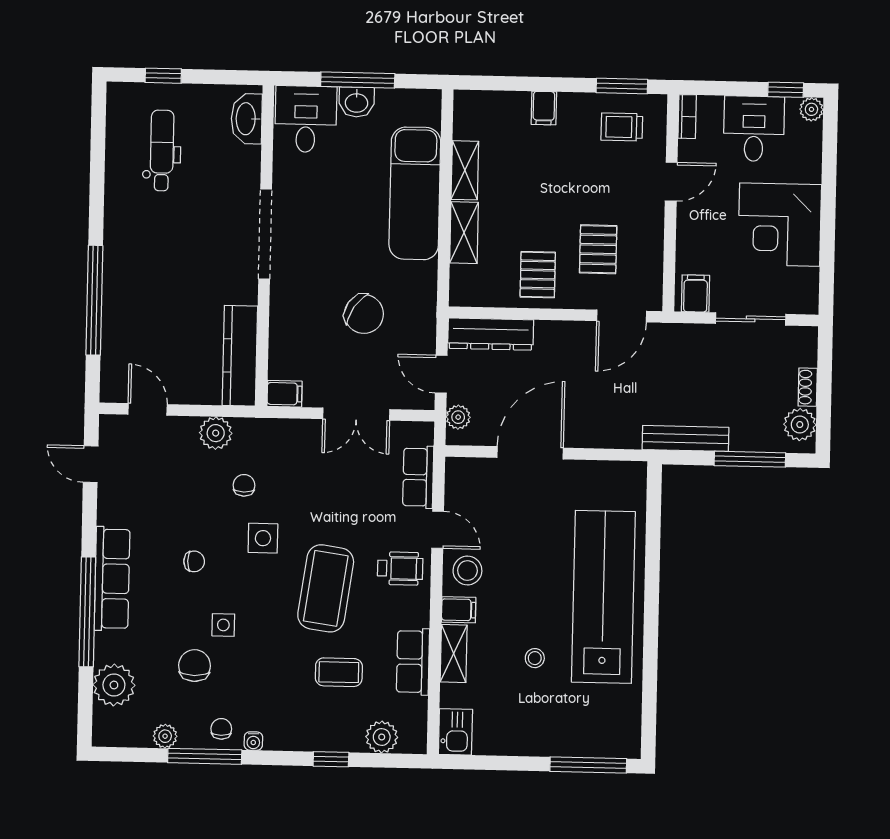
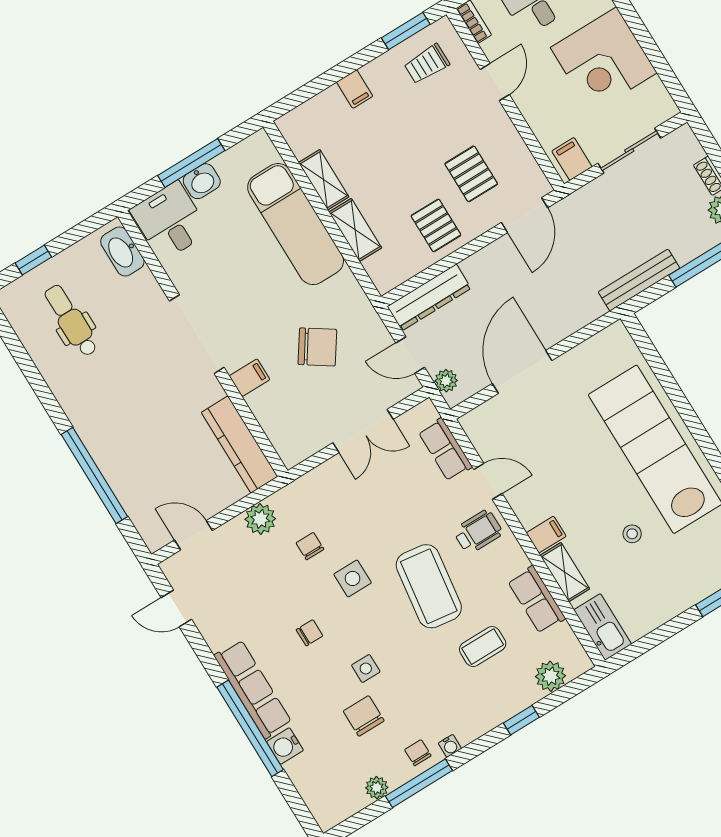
filing cabinet: (285, 394) -> (249, 378), moved
stool: (467, 571) -> (533, 499), removed
water cooler: (108, 647) -> (285, 746), added
plant: (114, 685) -> (309, 773), removed
kitchen sink: (455, 732) -> (603, 627), width x1.38

